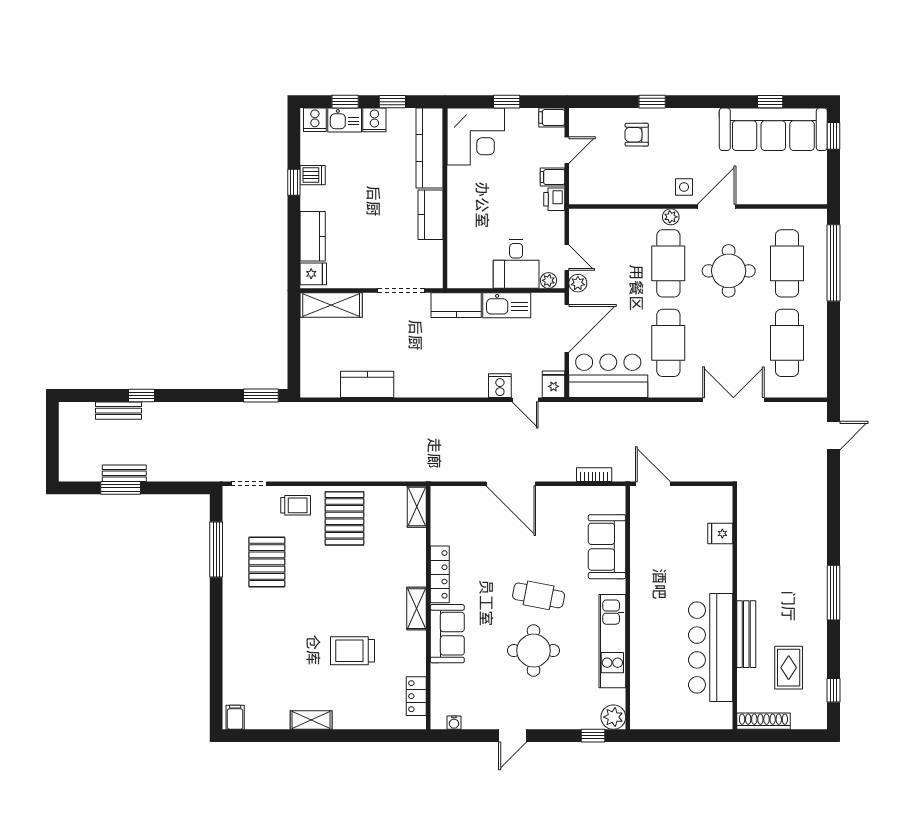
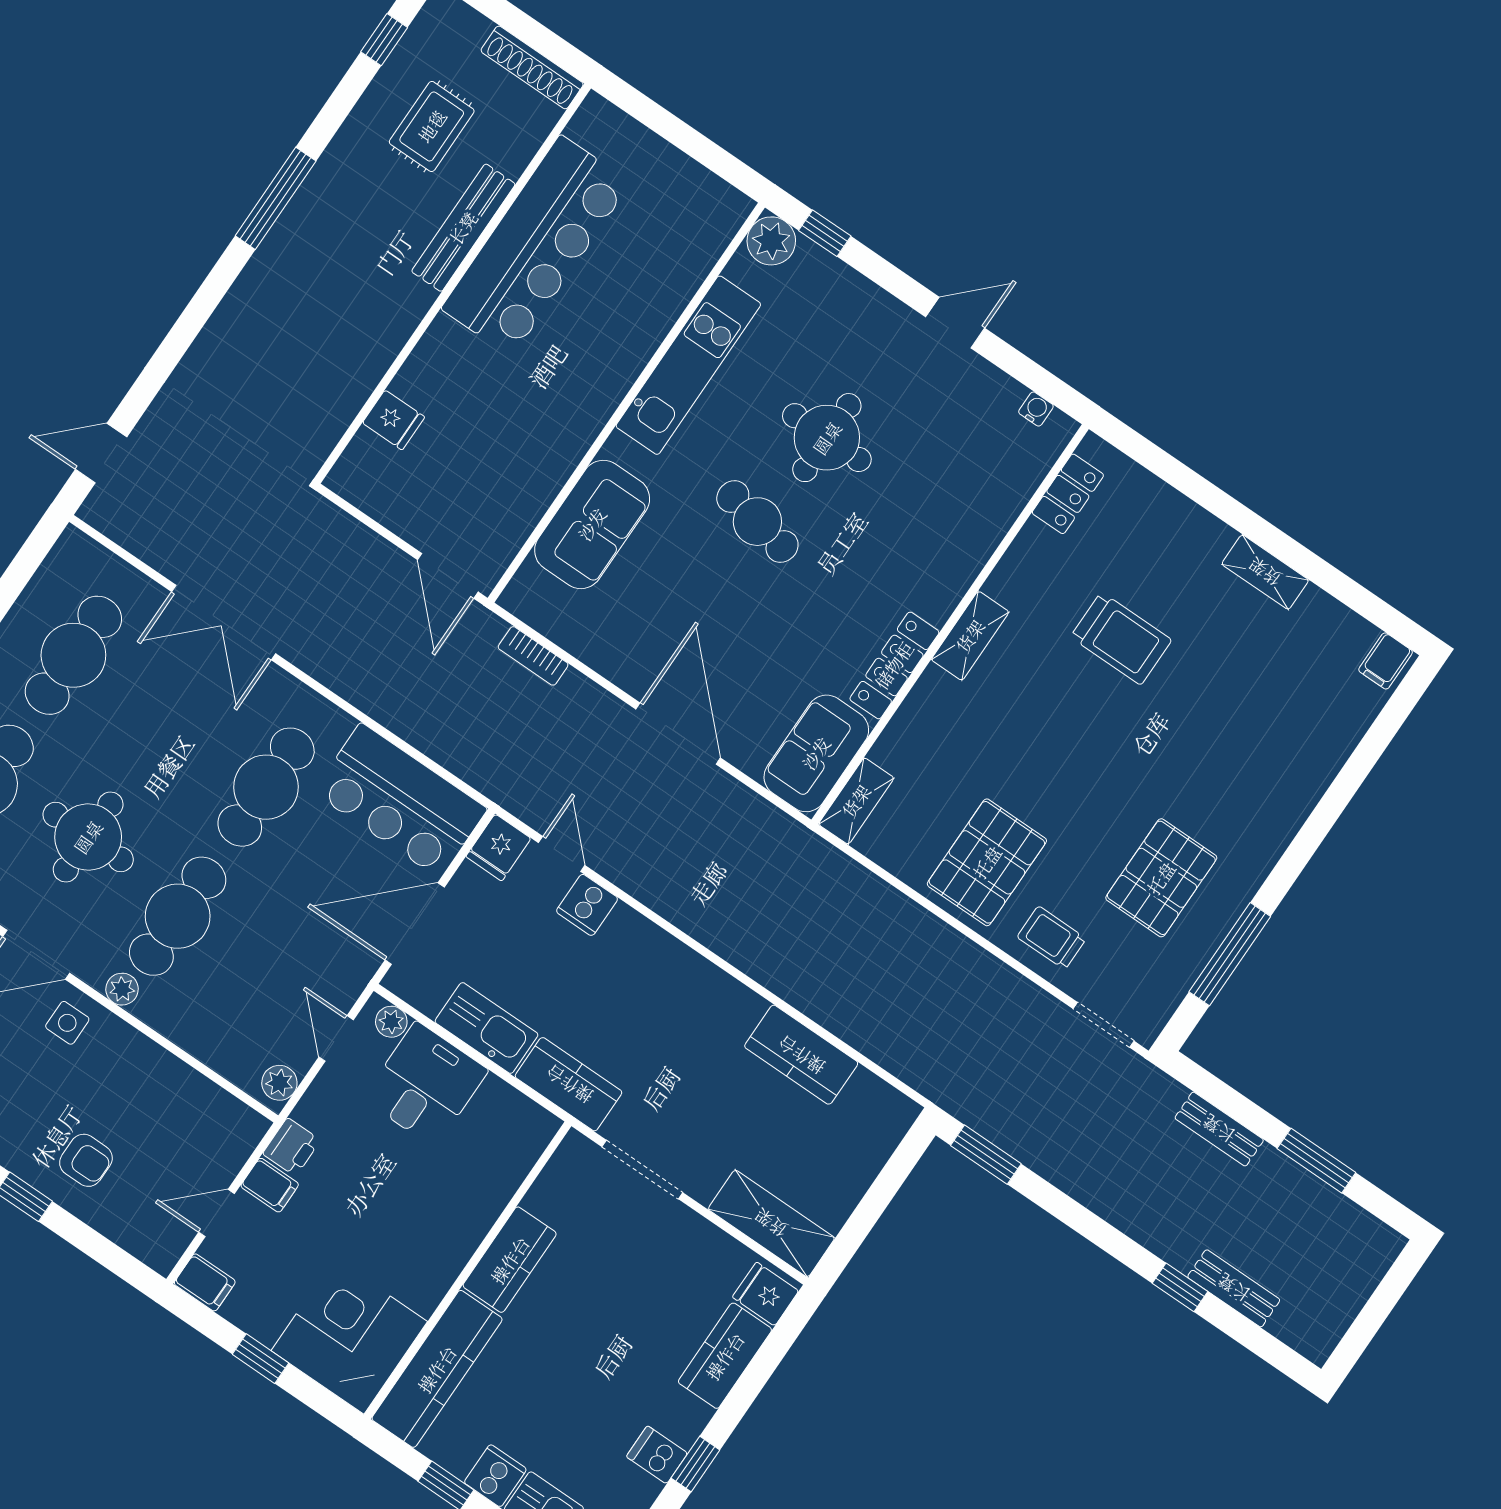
plant: (578, 283) -> (279, 1083), moved
bench: (124, 473) -> (1219, 1129), moved
sofa: (447, 634) -> (816, 753), moved

